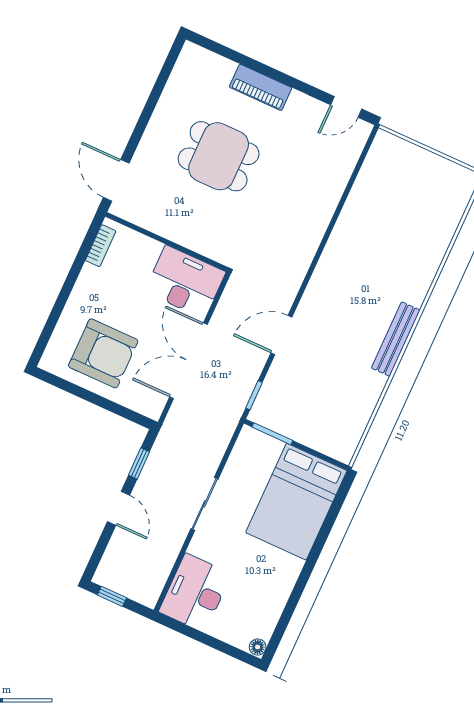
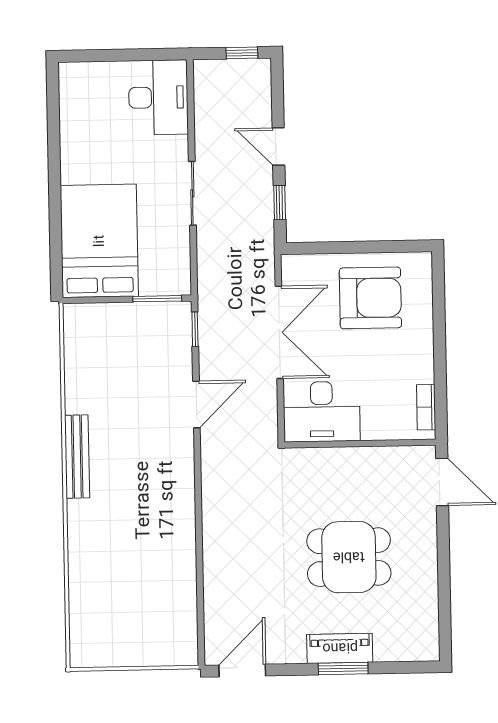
window: (266, 70) -> (343, 669), added
door: (346, 107) -> (242, 670), width x1.38
armchair: (103, 353) -> (370, 298), turned 180
floor lamp: (258, 647) -> (67, 73), removed

